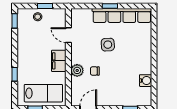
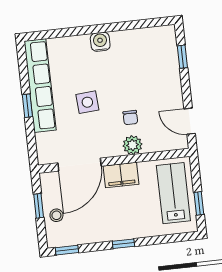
door: (68, 35) -> (80, 165), width x1.87
window: (15, 74) -> (123, 244), moved
water cooler: (146, 81) -> (100, 42), moved

